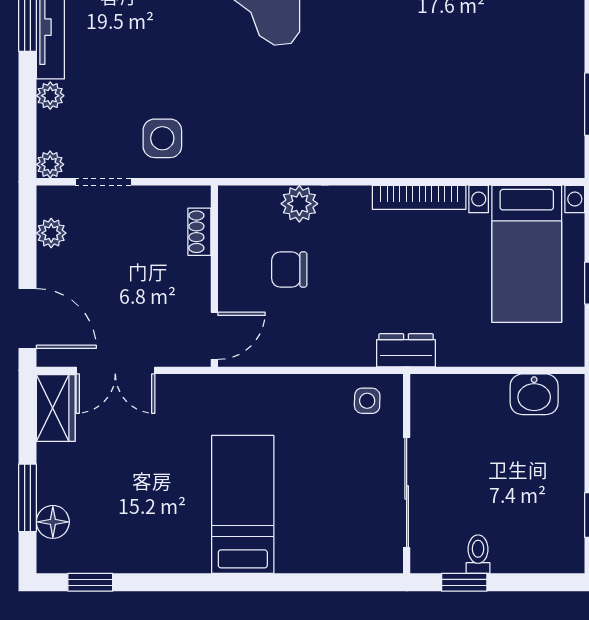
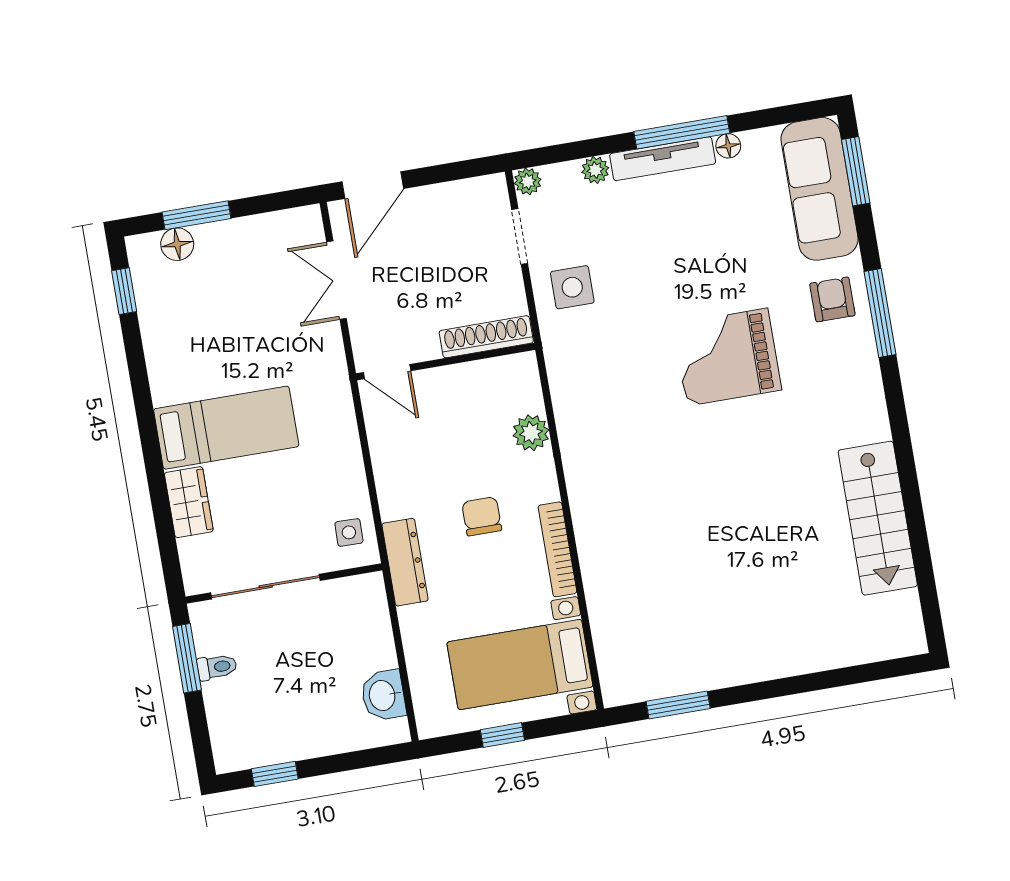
shoe rack: (199, 232) -> (486, 337), width x1.94, depth x1.24
plant: (51, 233) -> (461, 194), removed
chair: (289, 269) -> (482, 516), moved
dresser: (406, 350) -> (405, 562), width x1.44
wardrobe: (56, 408) -> (189, 502), moved, turned -90
window: (464, 582) -> (187, 658), width x1.50

